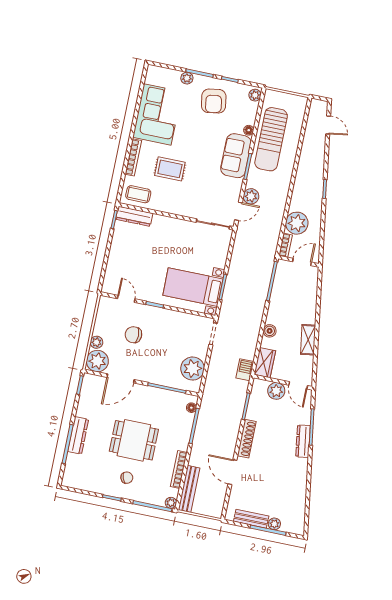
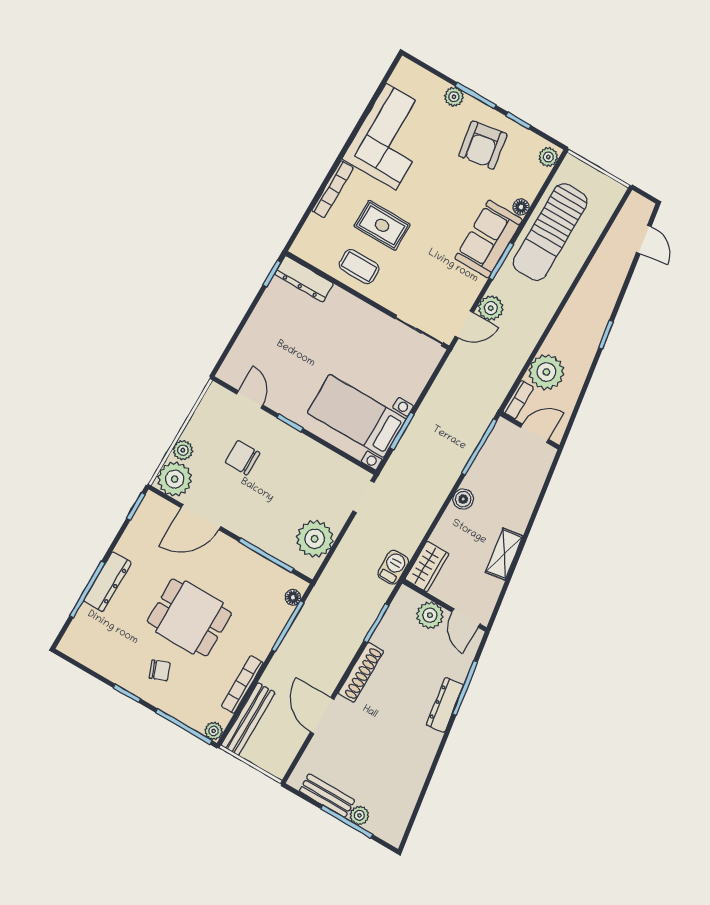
coffee table: (138, 194) -> (359, 267), moved
boiler: (270, 331) -> (463, 499), moved

